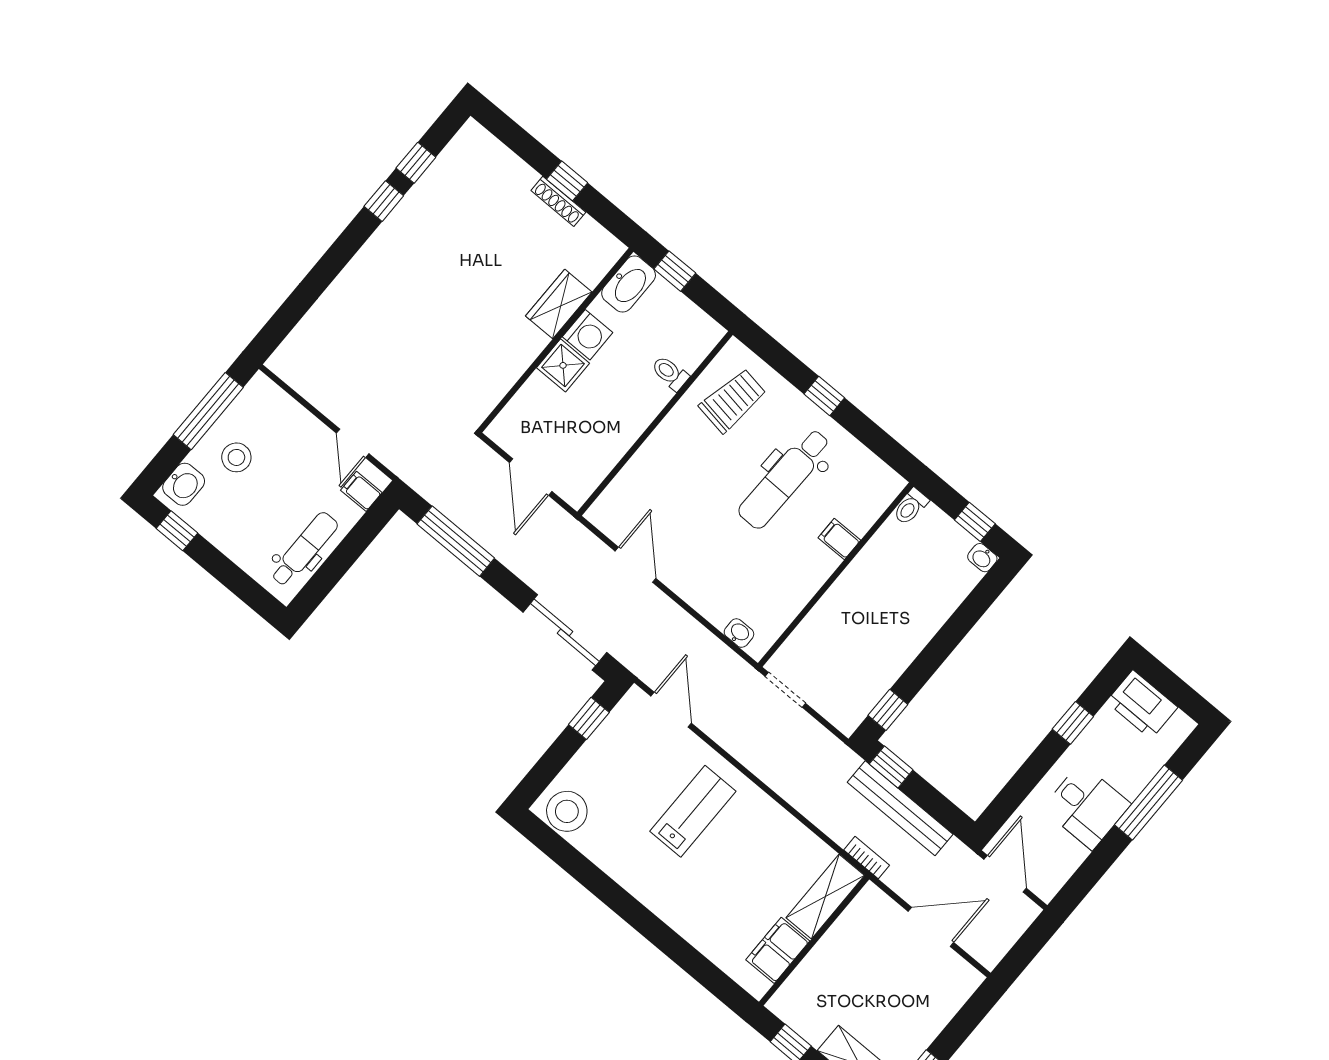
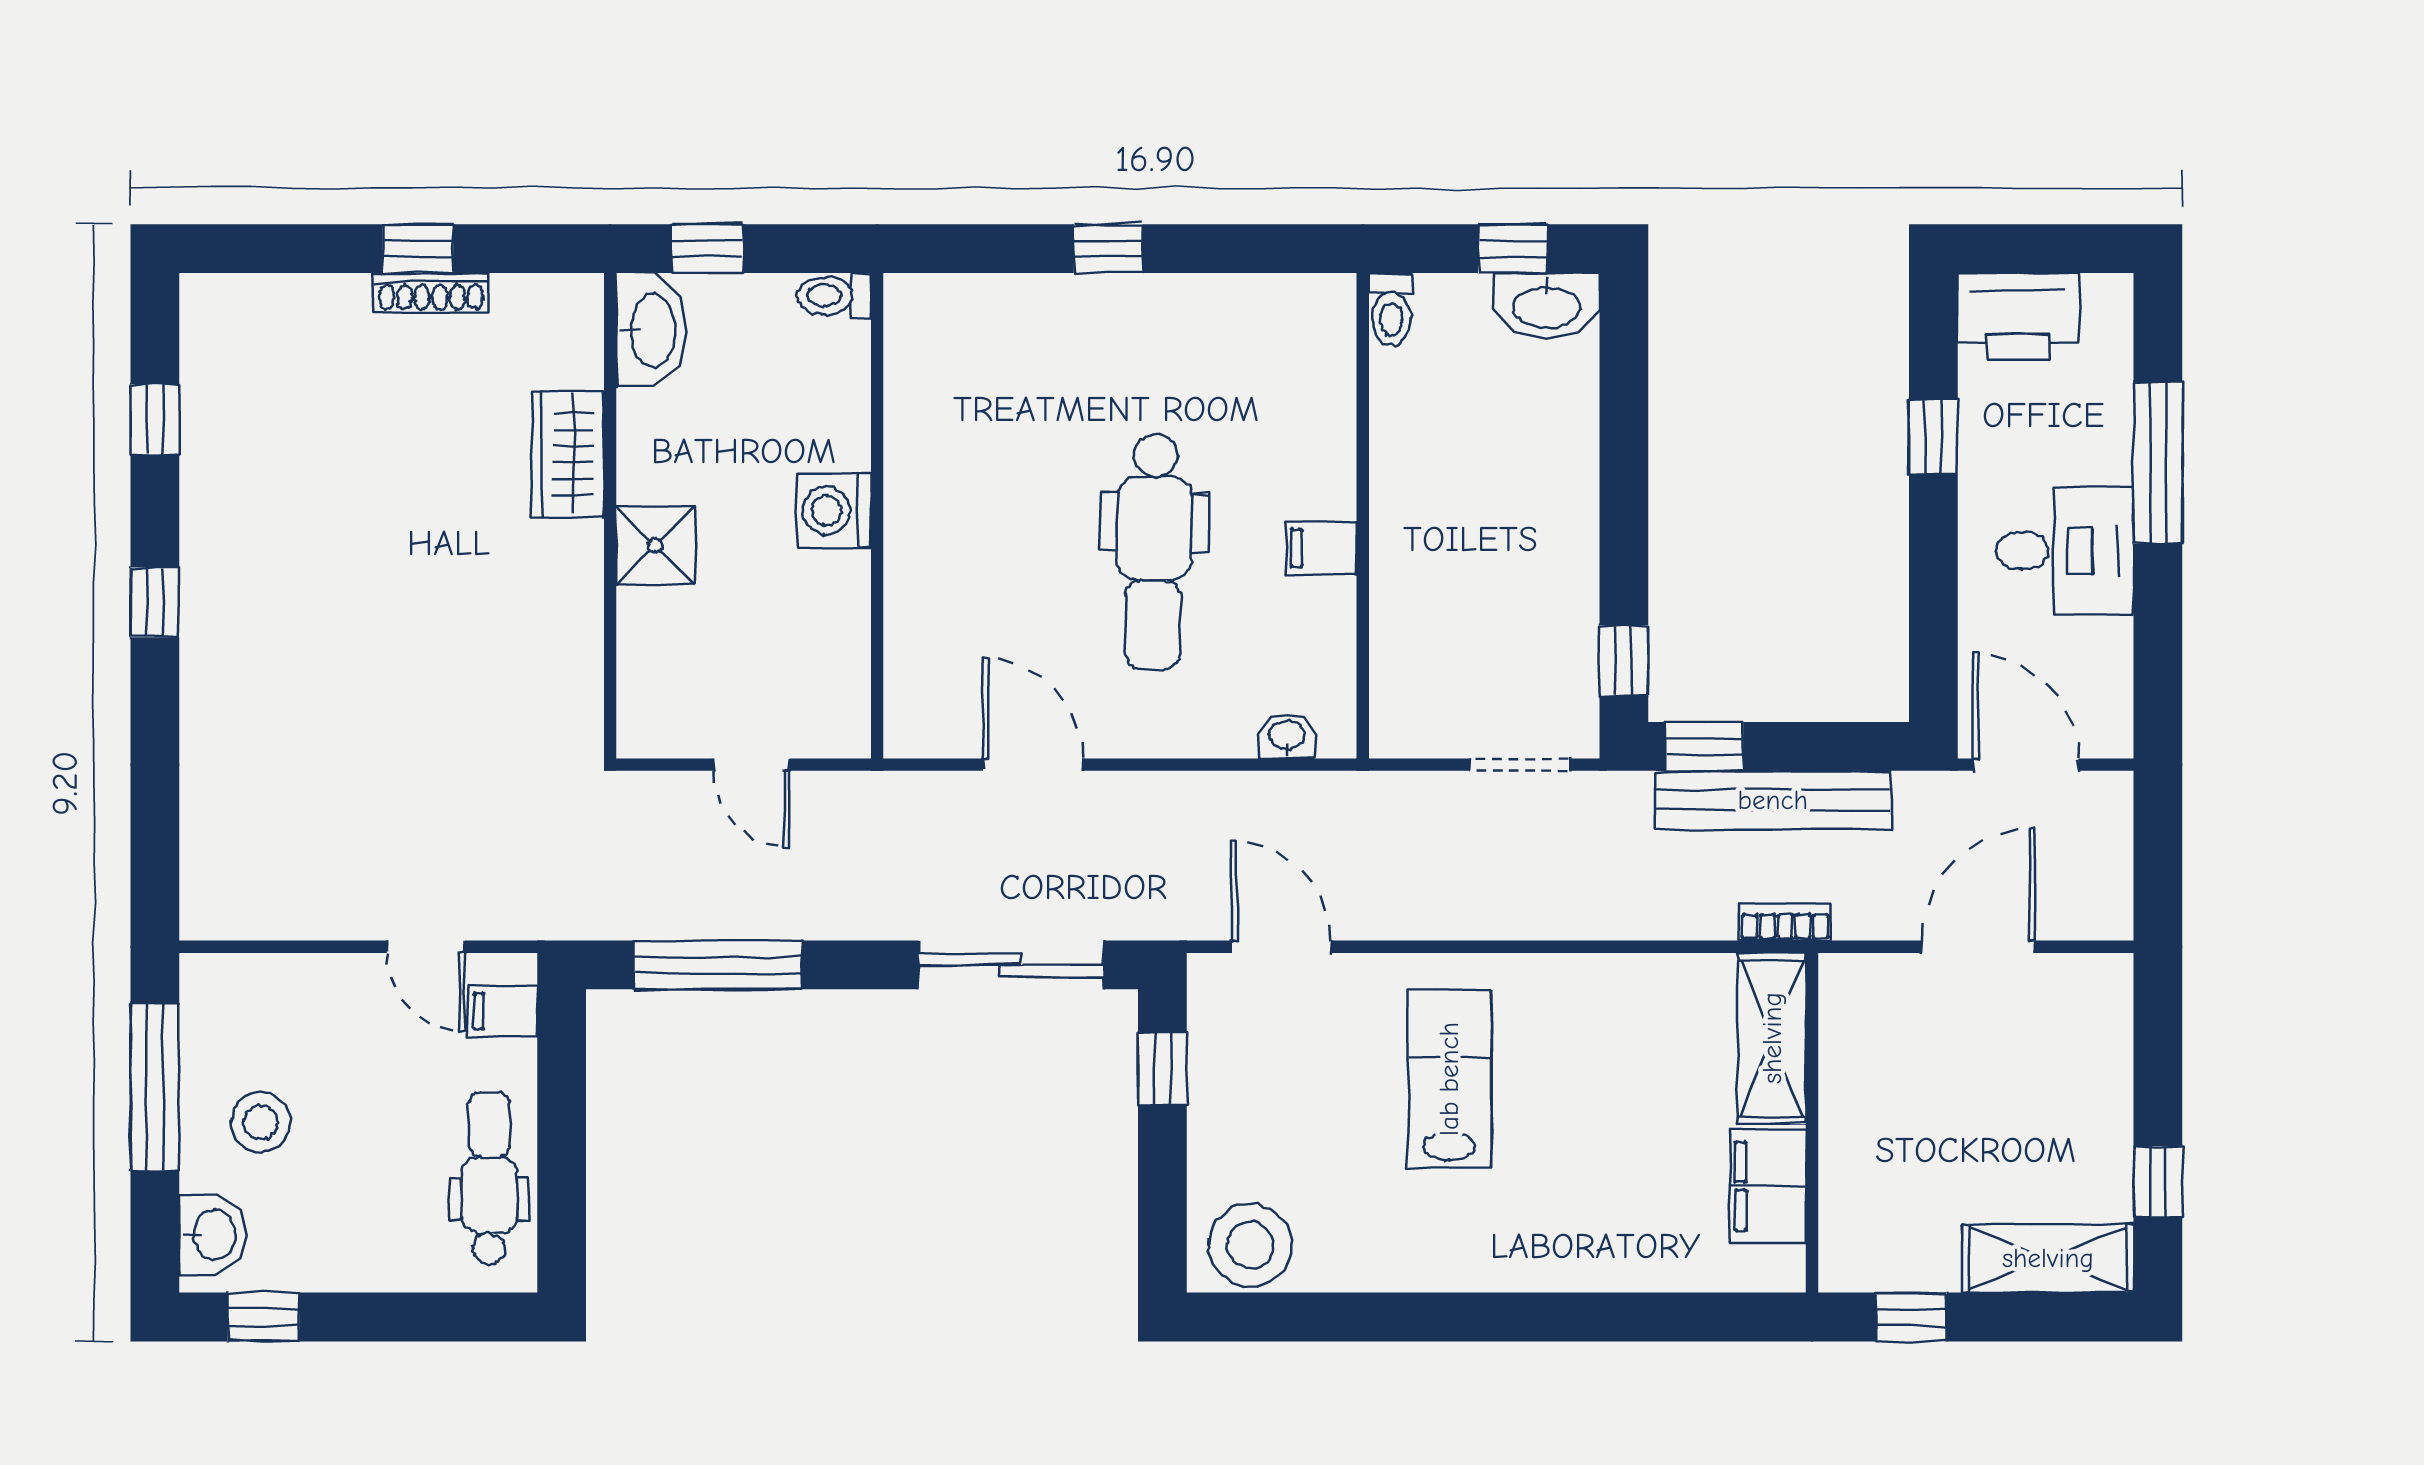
window: (384, 201) -> (155, 602), moved
washing machine: (588, 335) -> (834, 511), moved, turned 180
toilet: (670, 373) -> (834, 295), moved
trolley: (733, 400) -> (970, 377), removed
door: (531, 477) -> (751, 765), width x0.73
dental chair: (784, 479) -> (1154, 552), moved
filing cabinet: (839, 539) -> (1321, 548), moved
washbasin: (982, 558) -> (1547, 305), width x1.91, depth x1.45
doorway: (785, 690) -> (1519, 765), moved

